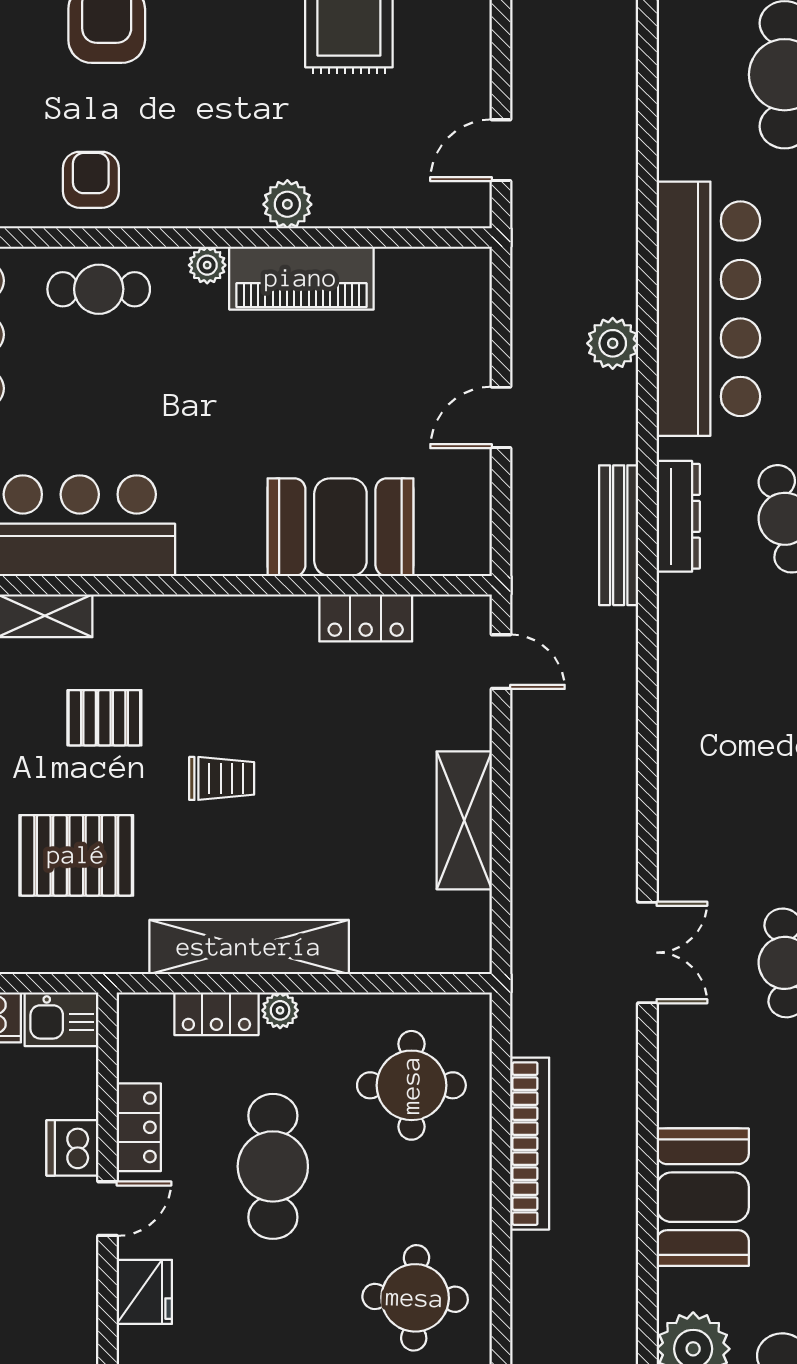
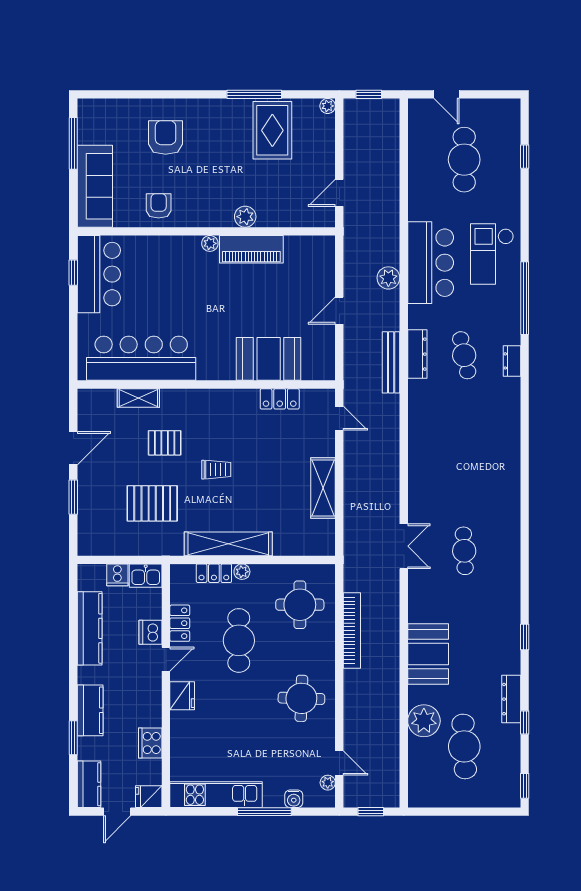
cafe table: (99, 289) -> (162, 254), removed
bar counter: (708, 309) -> (431, 263), width x0.73

